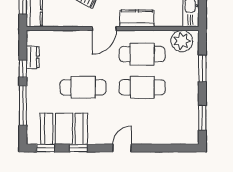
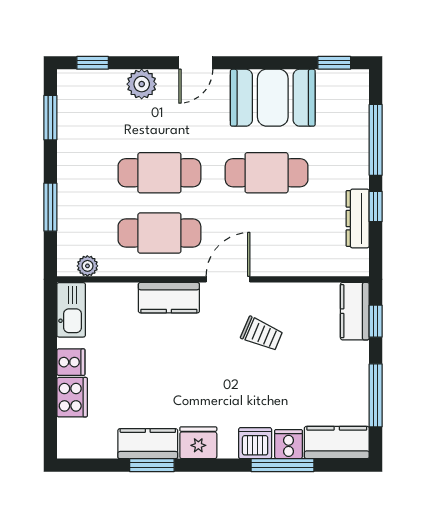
plant: (182, 41) -> (87, 266), width x0.53, depth x0.53
dresser: (33, 57) -> (358, 219), width x1.44
booth: (64, 129) -> (273, 98), moved
plant: (152, 136) -> (142, 84), added
window: (78, 148) -> (93, 63), moved

